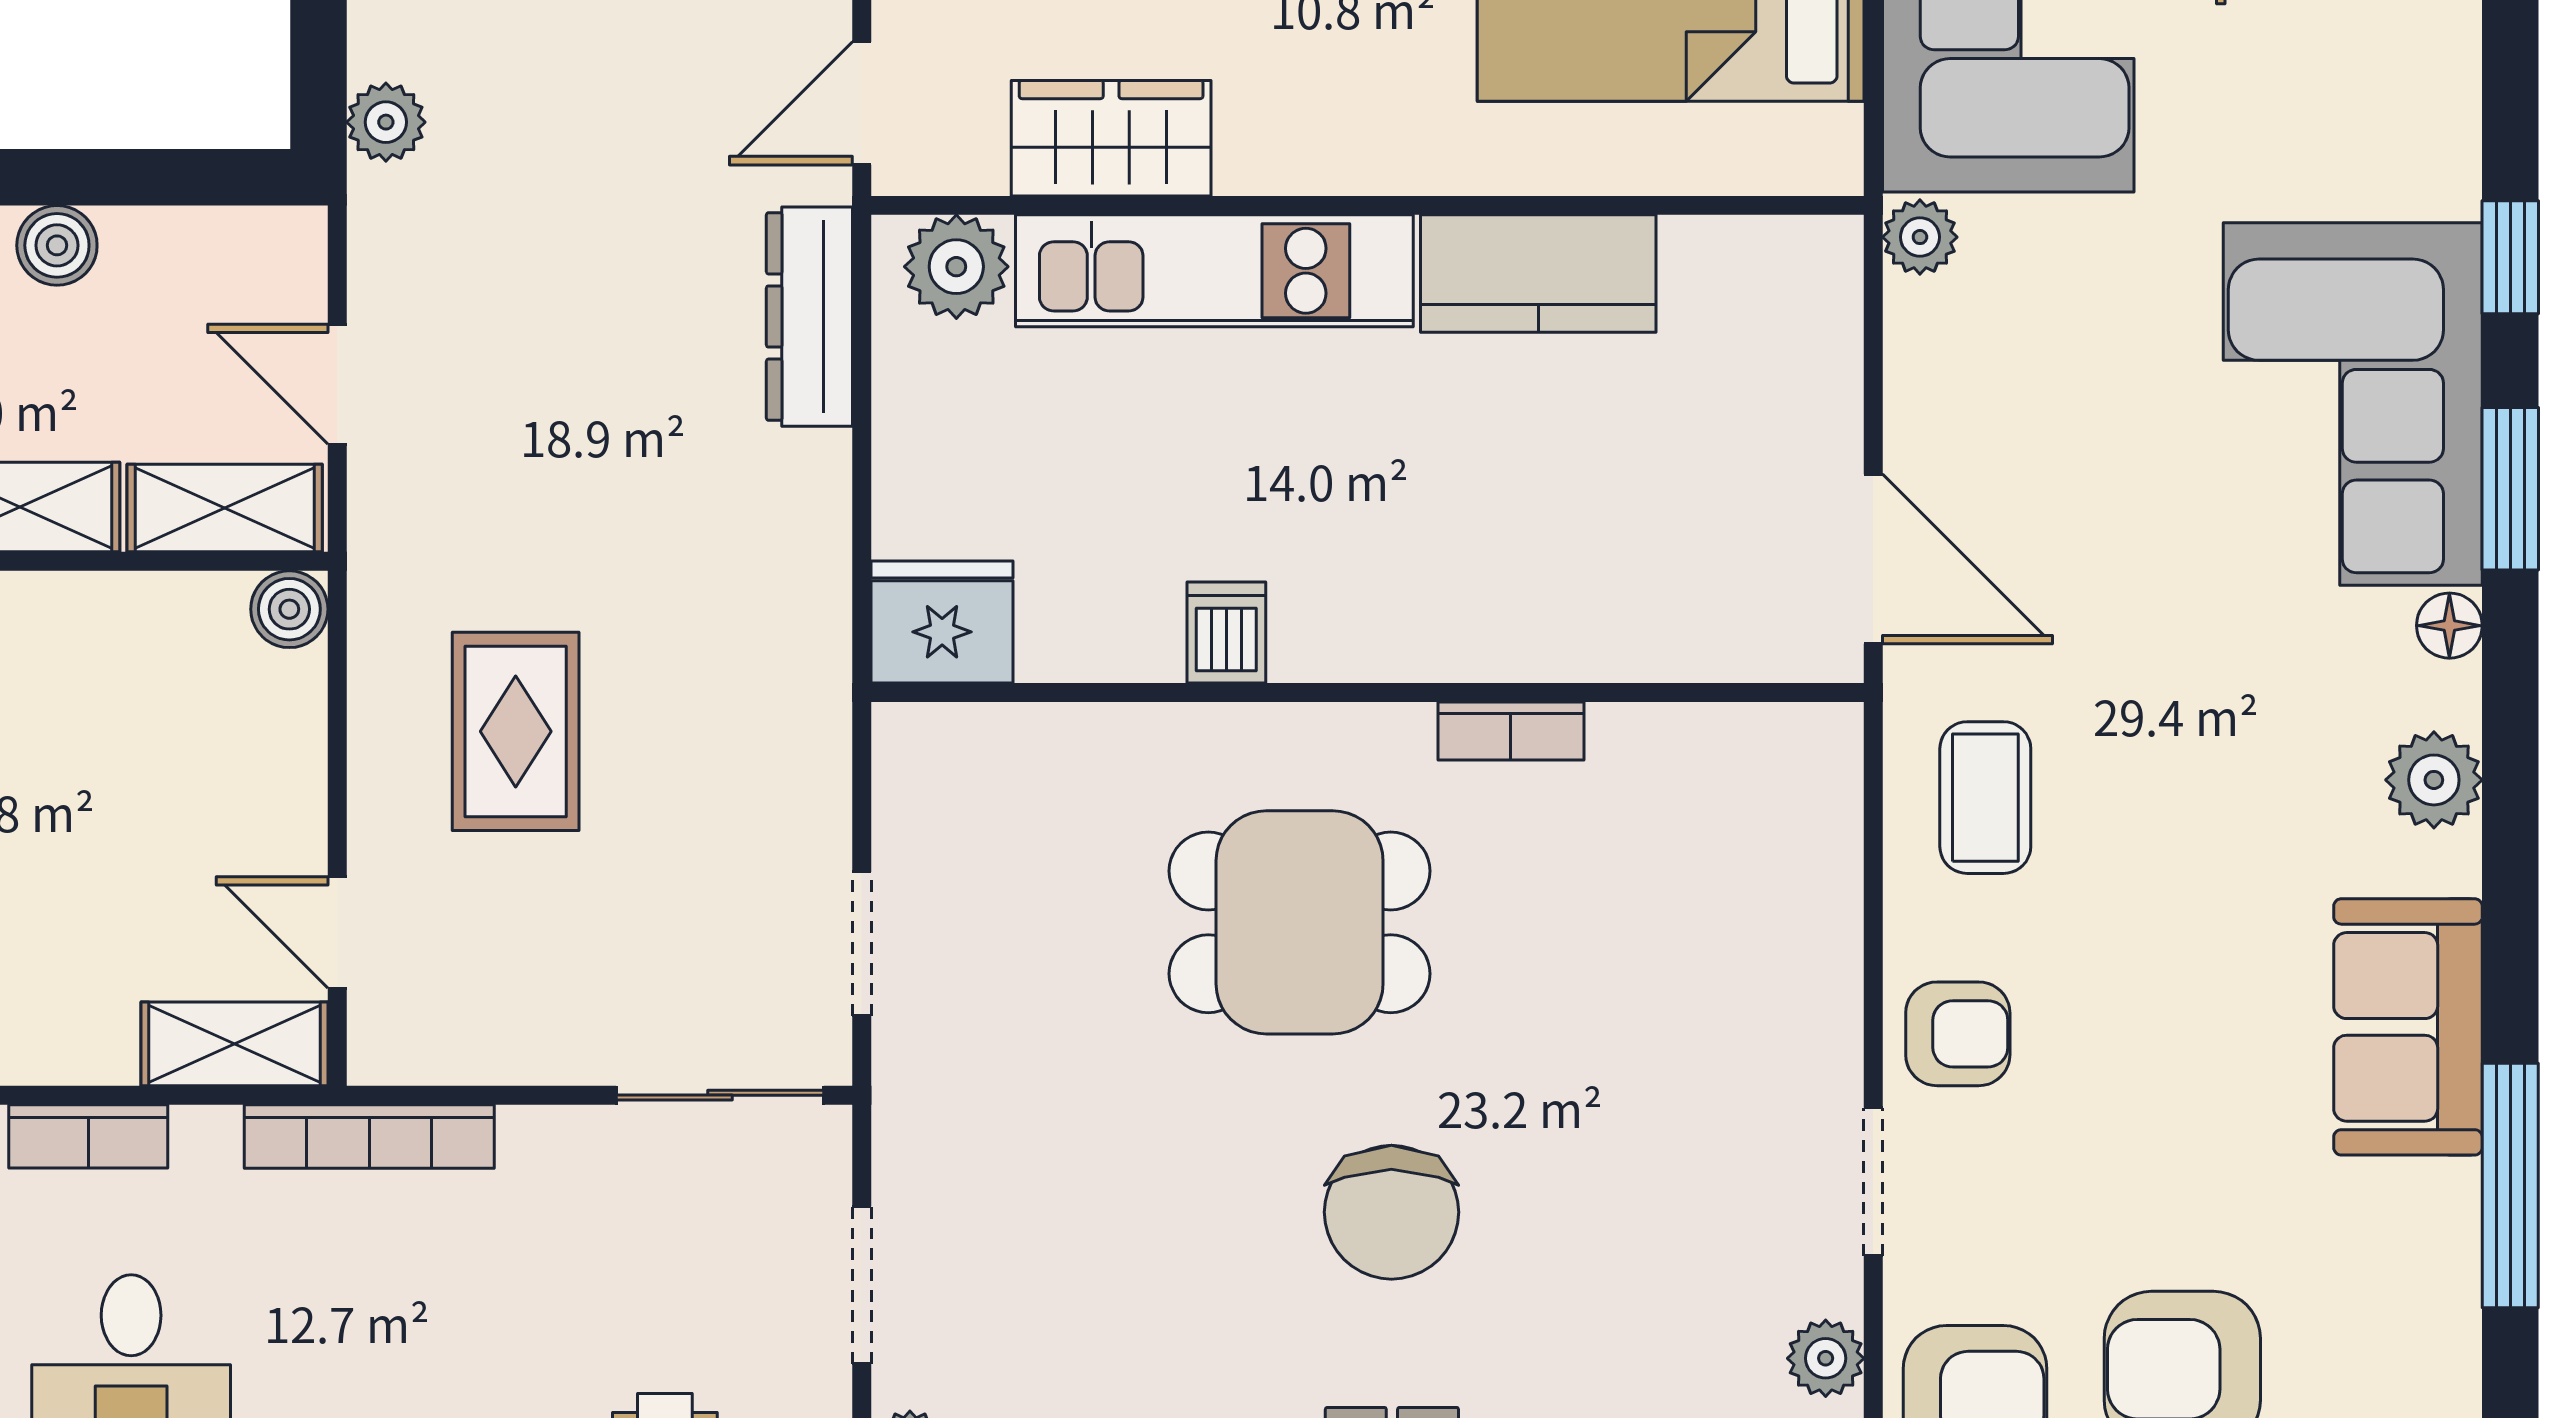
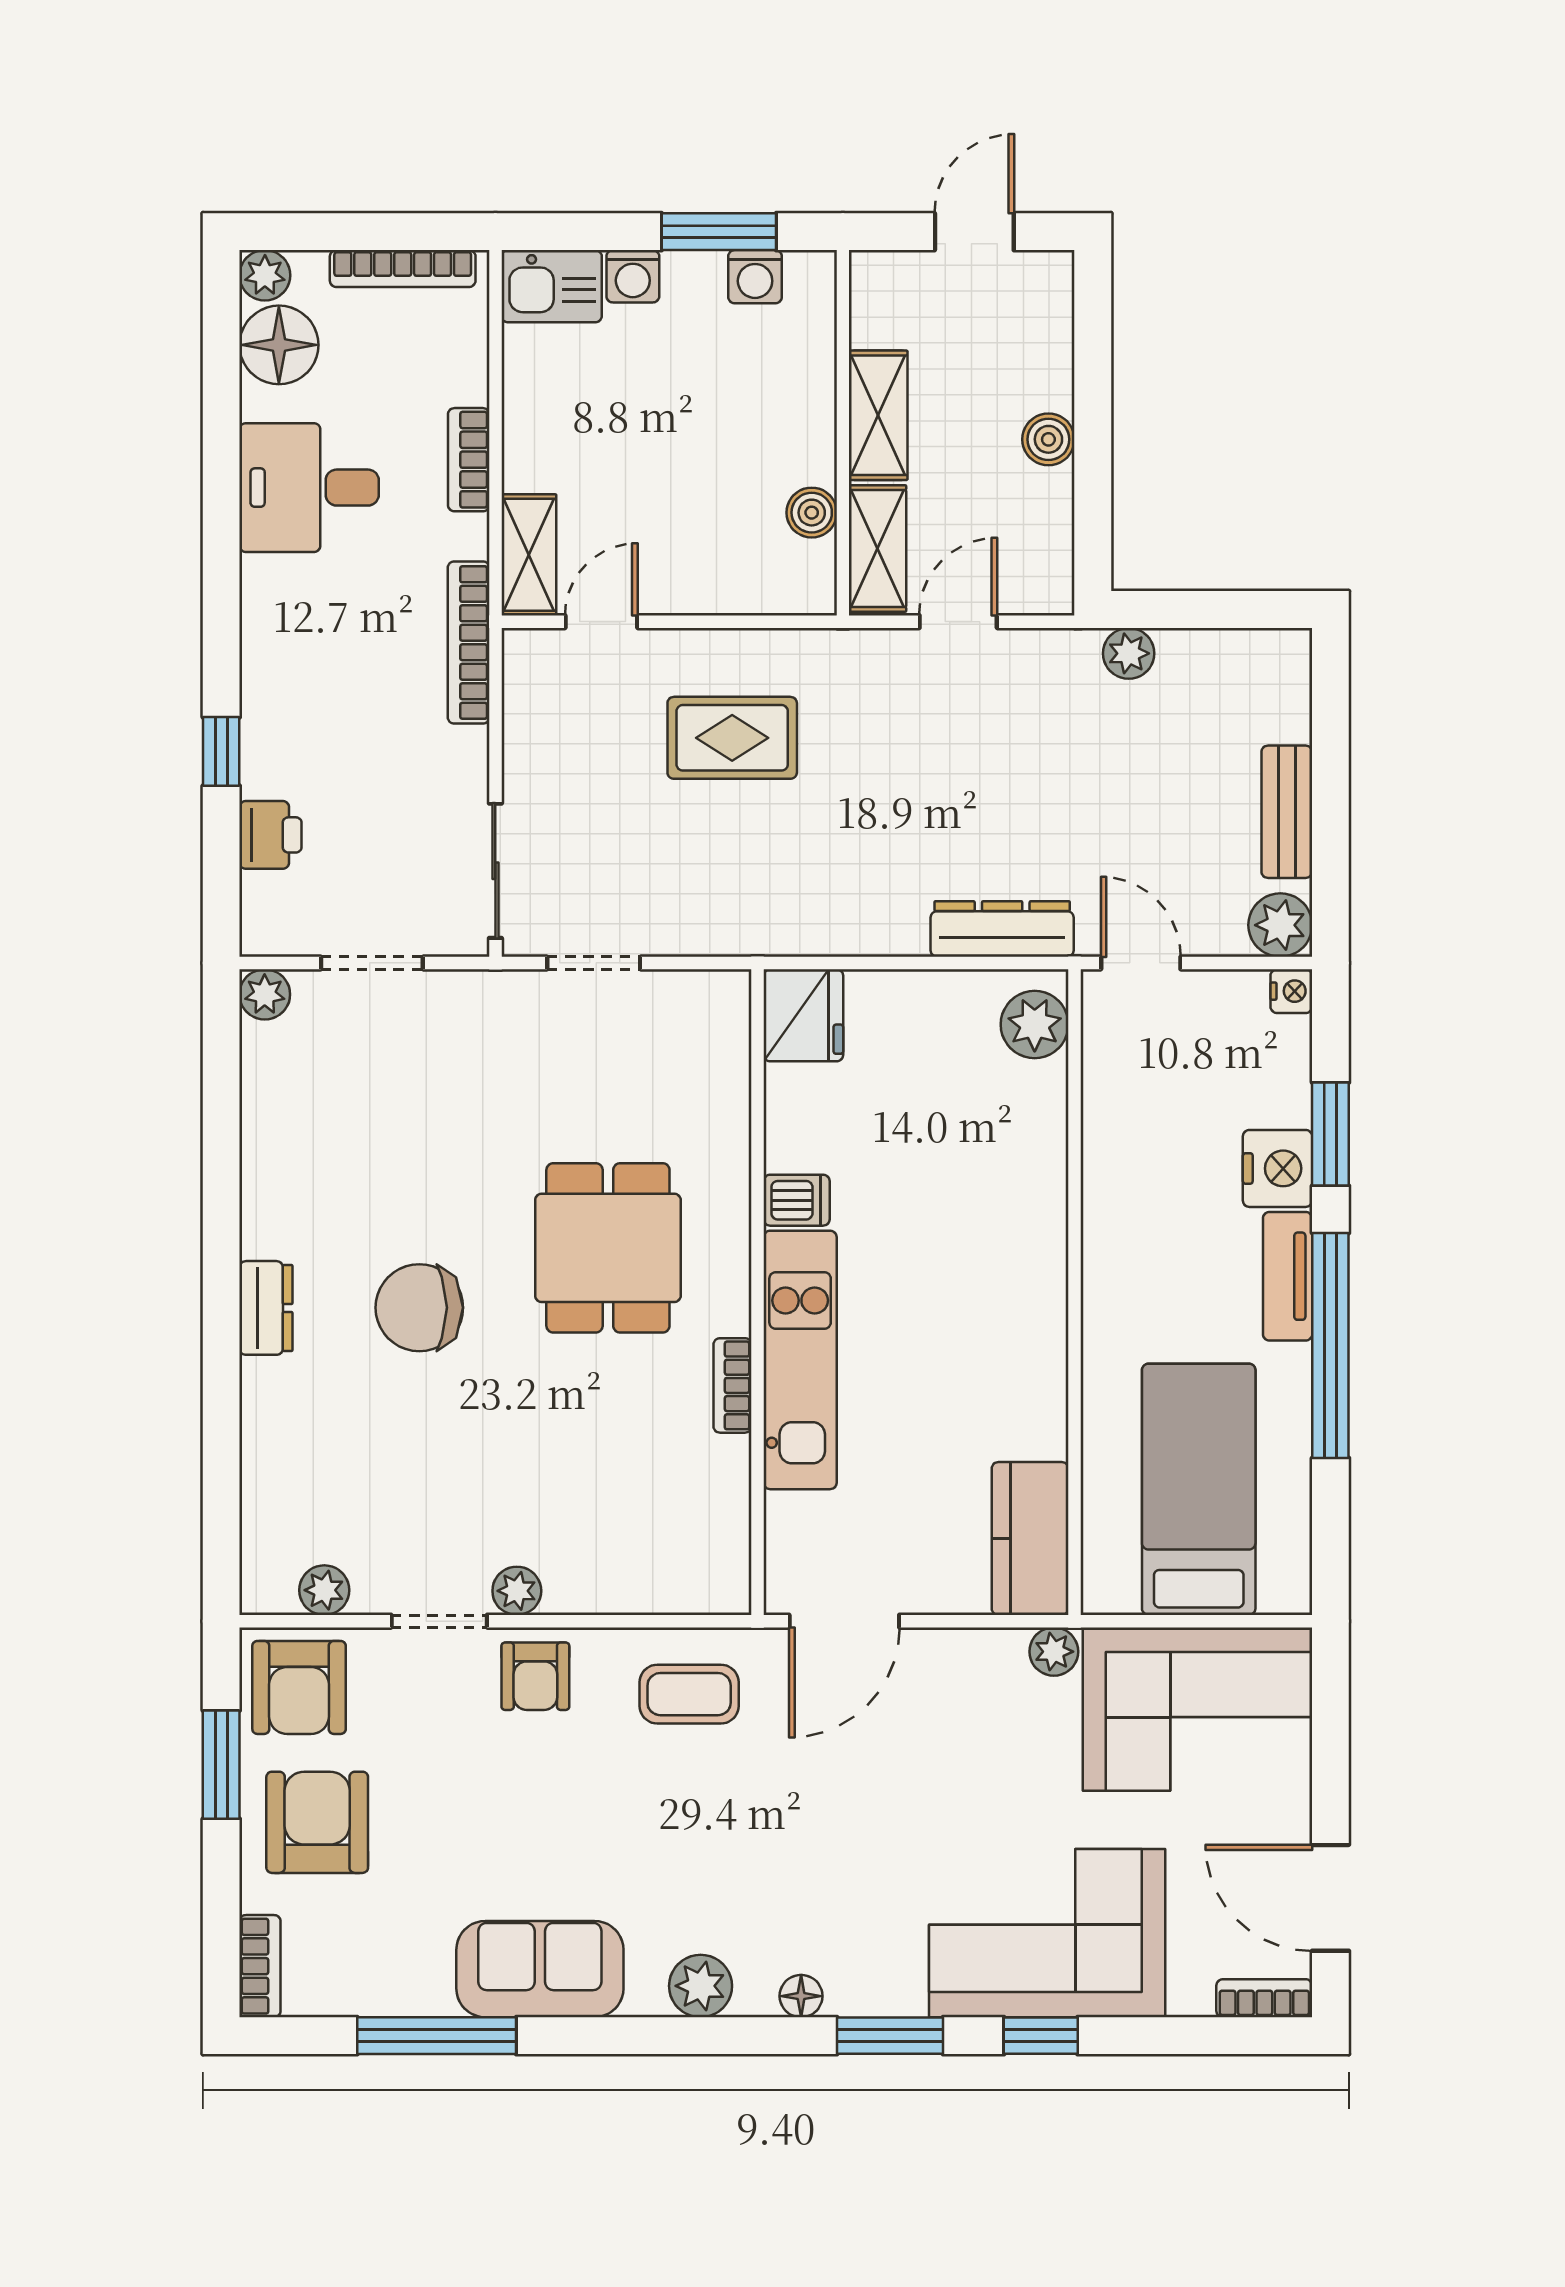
wardrobe: (1111, 138) -> (1118, 1125), removed
kitchen unit: (1214, 271) -> (800, 1360), moved, turned 180
kitchen counter: (1538, 274) -> (1030, 1539), moved
corner sofa: (2353, 404) -> (1047, 1933), moved
boiler: (289, 609) -> (812, 513), moved
plant: (1827, 1062) -> (517, 1591), added

